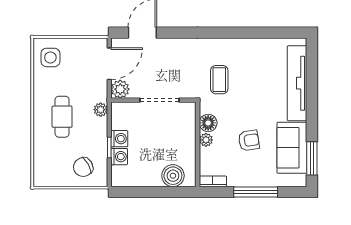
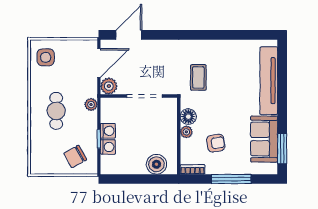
armchair: (249, 140) -> (216, 143), moved

